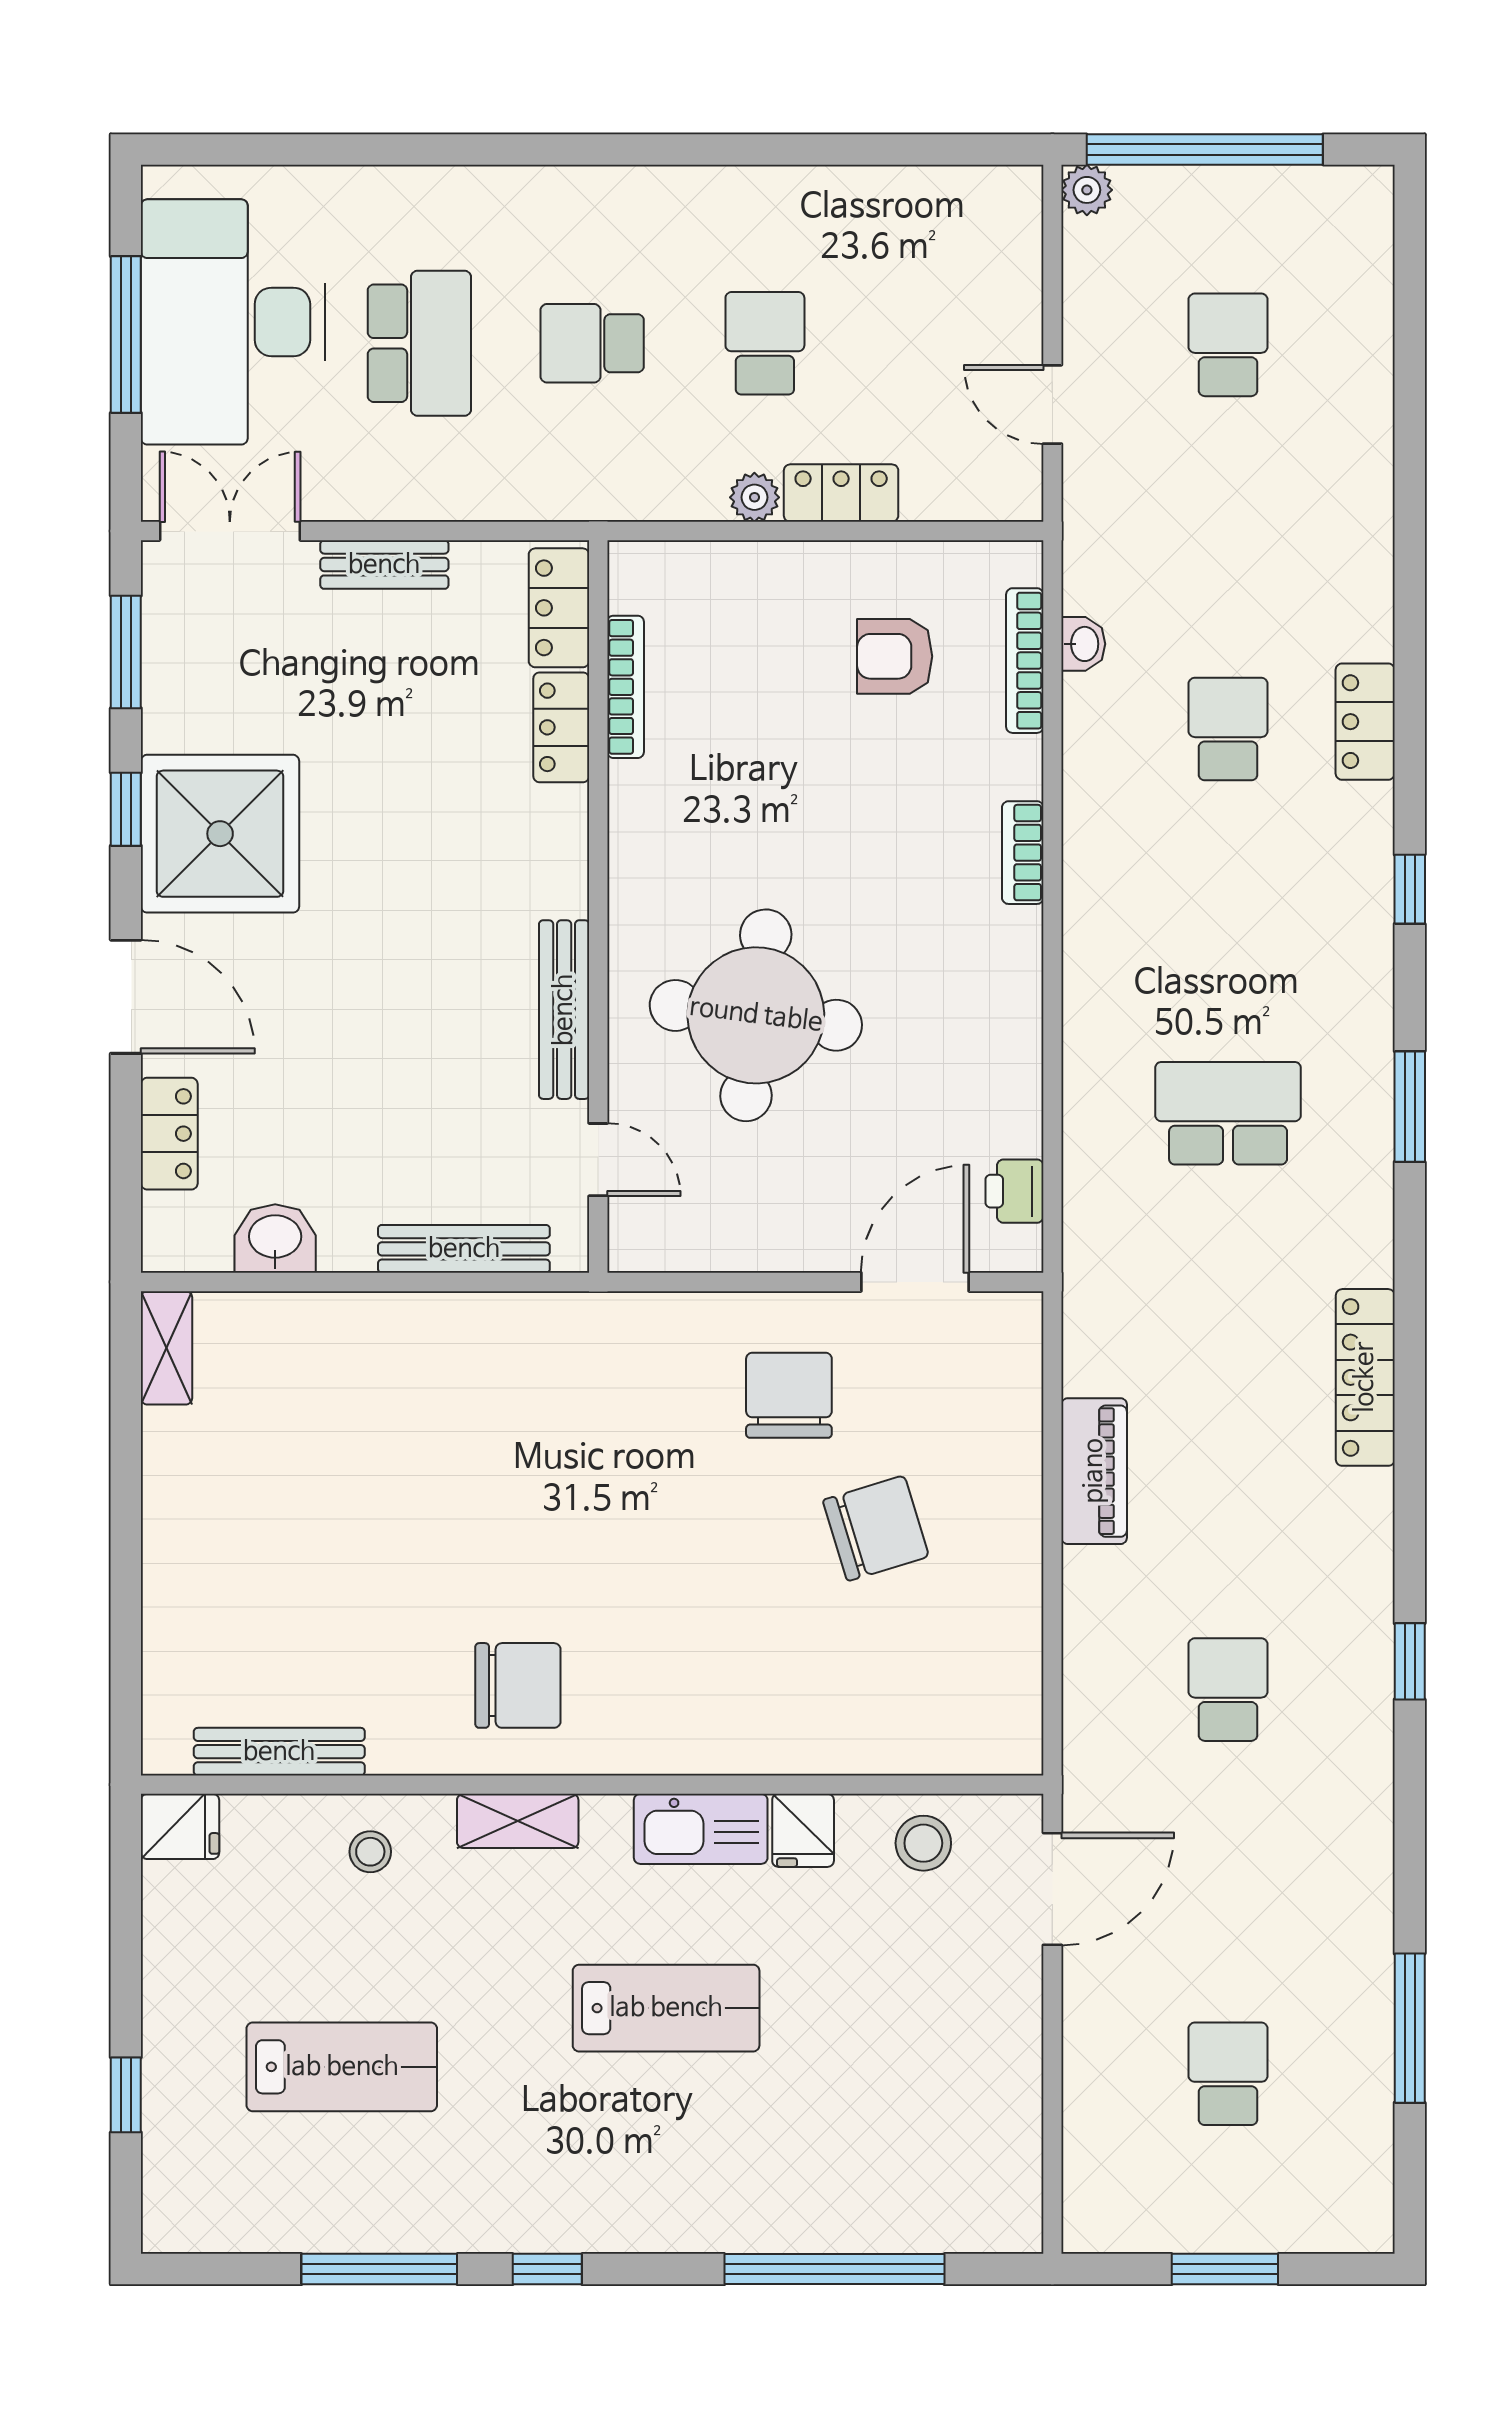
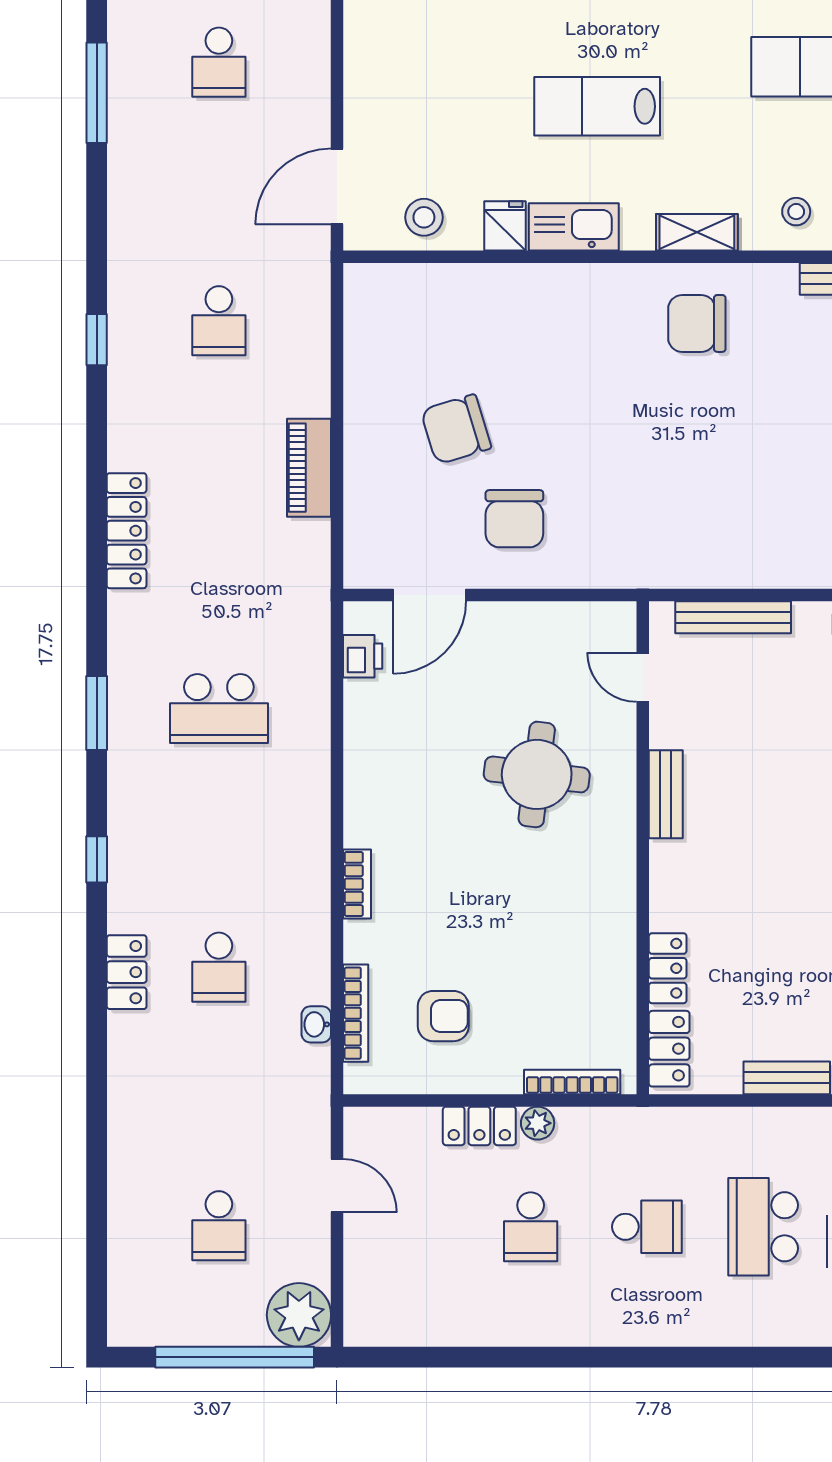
plant: (1087, 190) -> (299, 1315), width x1.88, depth x1.88
bookcase: (626, 687) -> (572, 1082), moved, turned 90
bench: (564, 1010) -> (666, 794), width x0.73
round table: (756, 1015) -> (537, 774), width x0.73, depth x0.73

